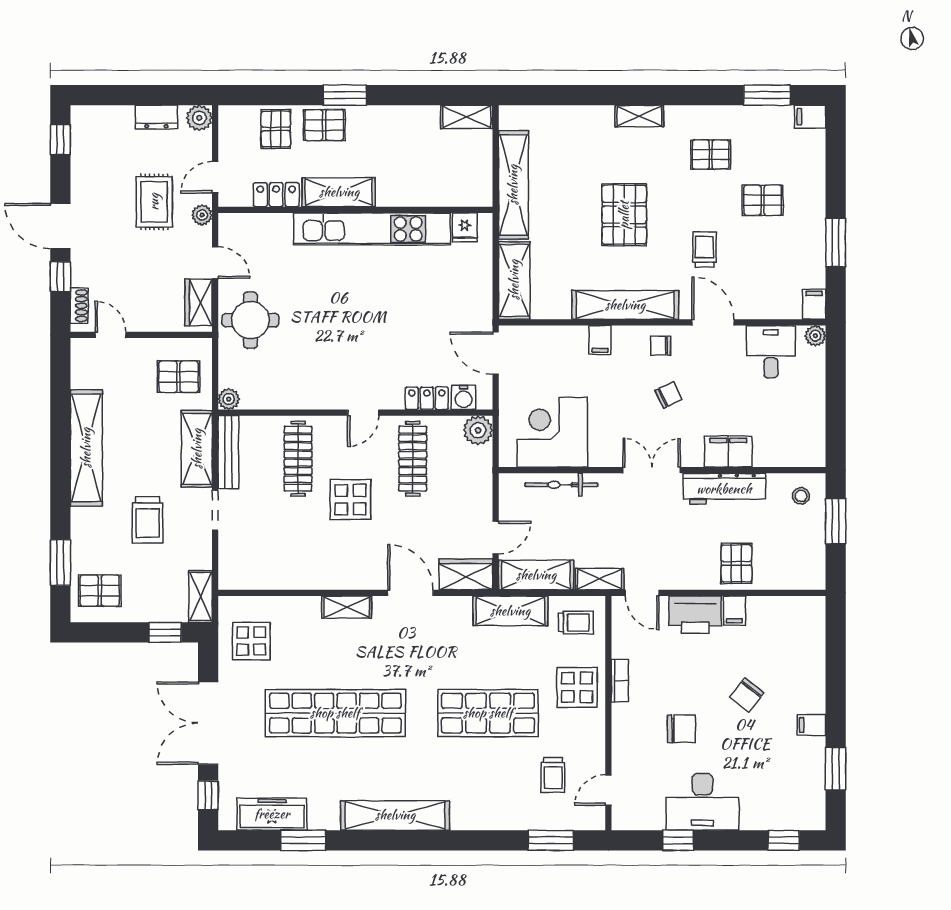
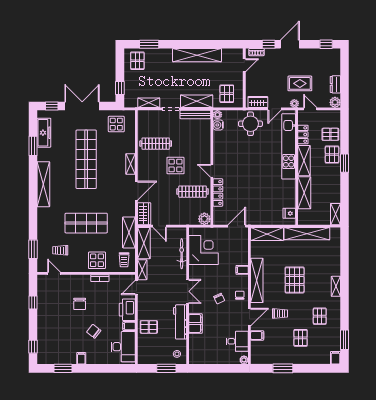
shelving: (416, 191) -> (304, 193), added
pallet: (624, 215) -> (295, 280), turned 90
kitchen unit: (372, 229) -> (289, 146), moved
filing cabinet: (814, 304) -> (257, 335), moved
water cooler: (464, 397) -> (218, 125), moved
locker: (427, 398) -> (218, 192), width x1.53
clothes rail: (298, 459) -> (156, 144), moved
trolley: (147, 520) -> (167, 81), removed
shelving: (200, 596) -> (149, 103), moved
shop shelf: (488, 713) -> (86, 223), turned 90
desk: (702, 802) -> (123, 347), moved, turned 180

